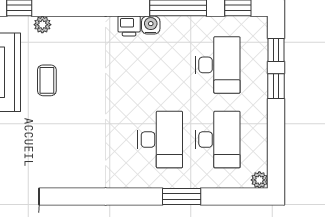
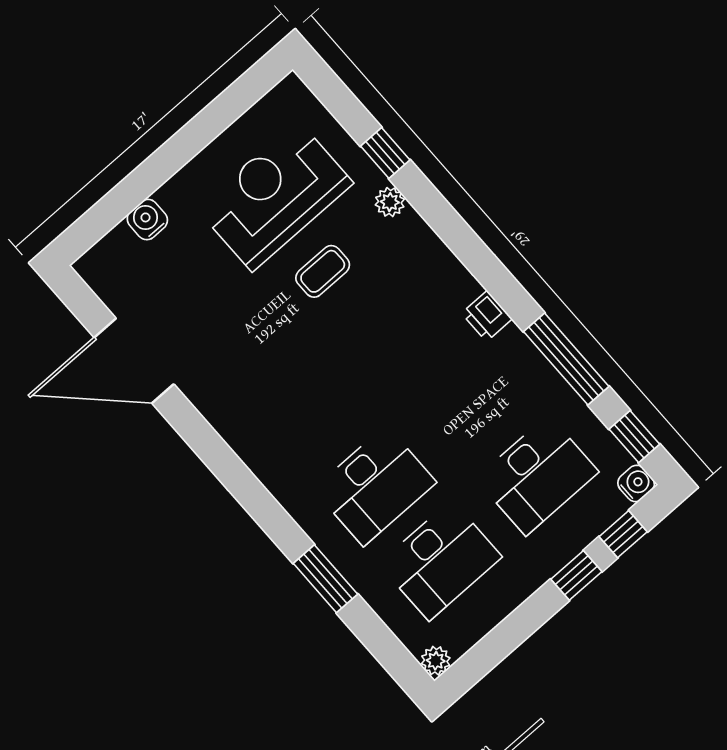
water cooler: (151, 25) -> (636, 483), moved

